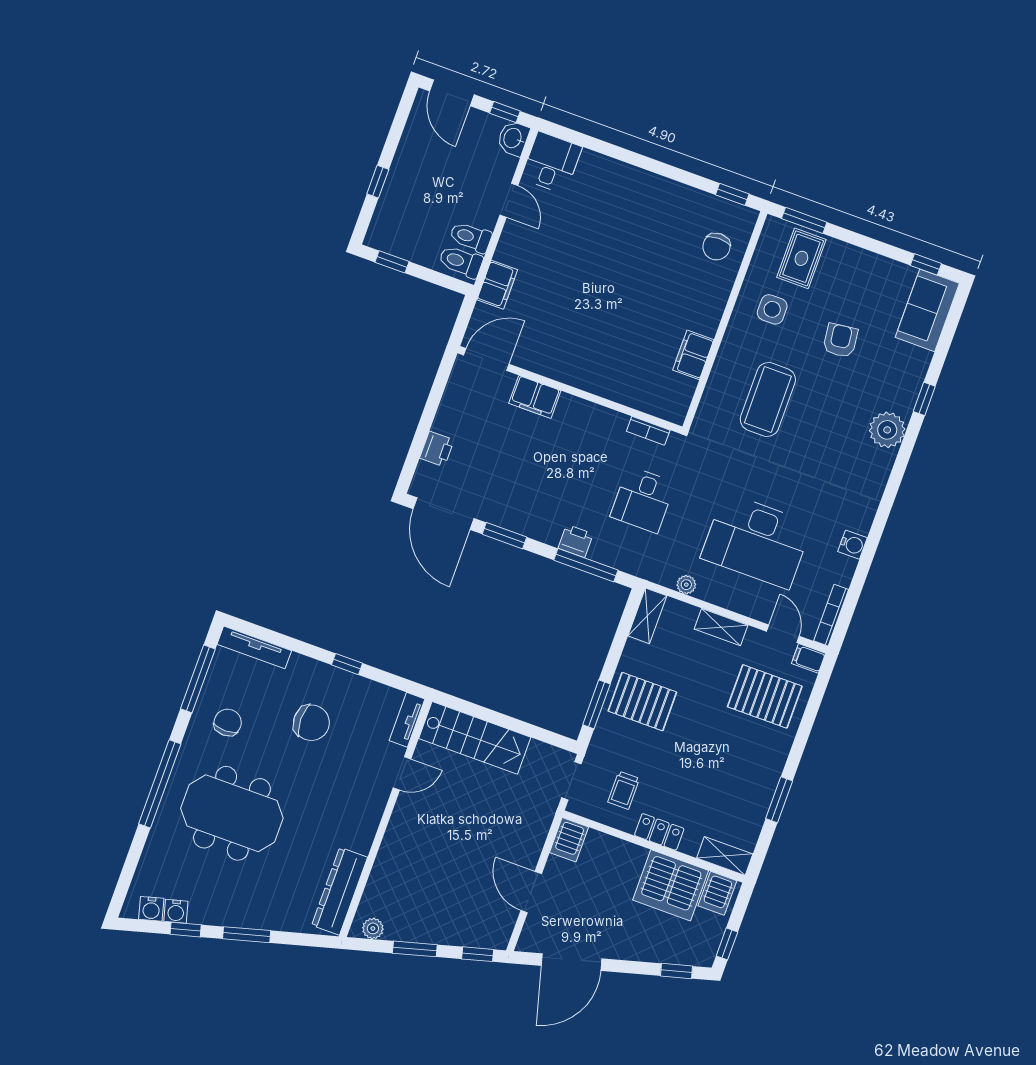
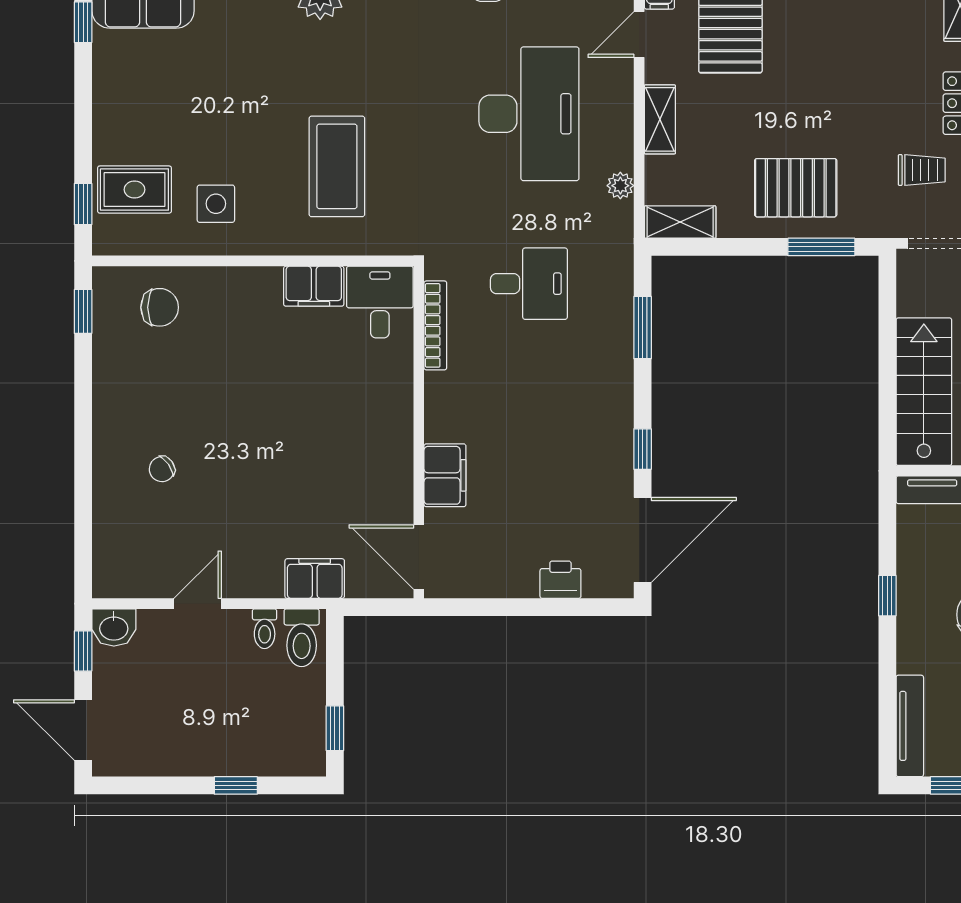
door: (452, 93) -> (83, 730), swing flipped
desk: (552, 163) -> (380, 302), moved, turned 90
chair: (608, 209) -> (162, 469), added
window: (804, 220) -> (83, 204), width x0.67
toilet: (471, 237) -> (265, 629), width x0.73, depth x0.72
armchair: (840, 340) -> (224, 99), removed
coffee table: (768, 399) -> (337, 166), turned 90
bookcase: (648, 431) -> (435, 325), width x1.56
window: (504, 536) -> (643, 449), width x0.67
printer: (576, 541) -> (616, 353), removed
window: (586, 565) -> (643, 328), width x0.69
pallet: (642, 702) -> (796, 188), turned 90

